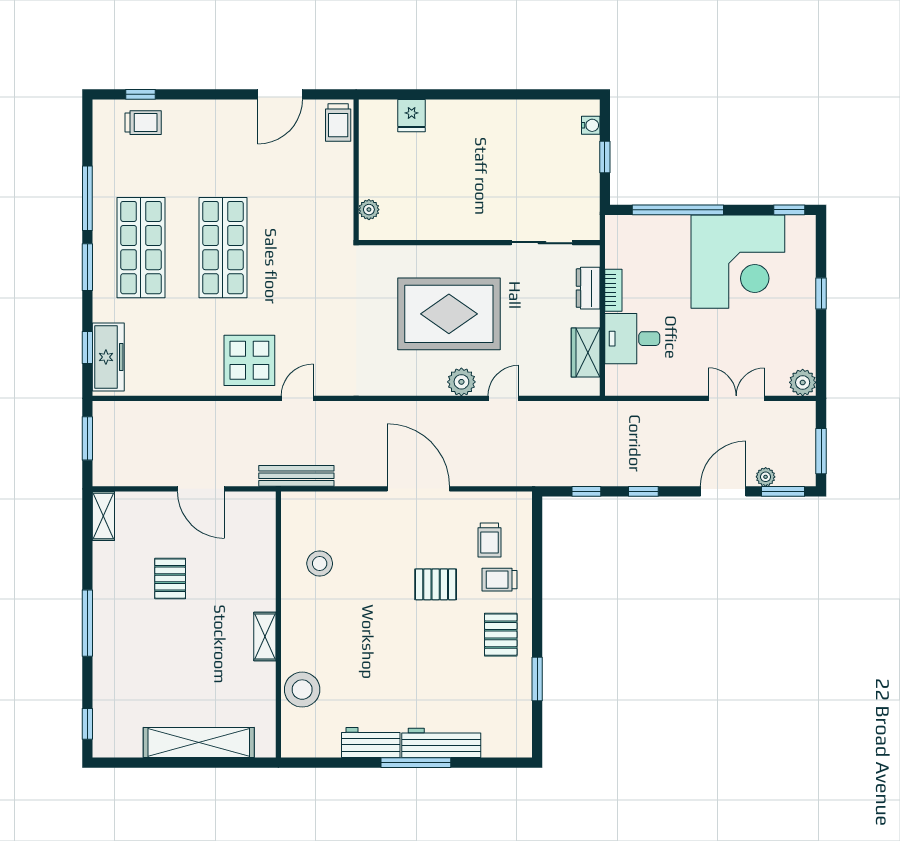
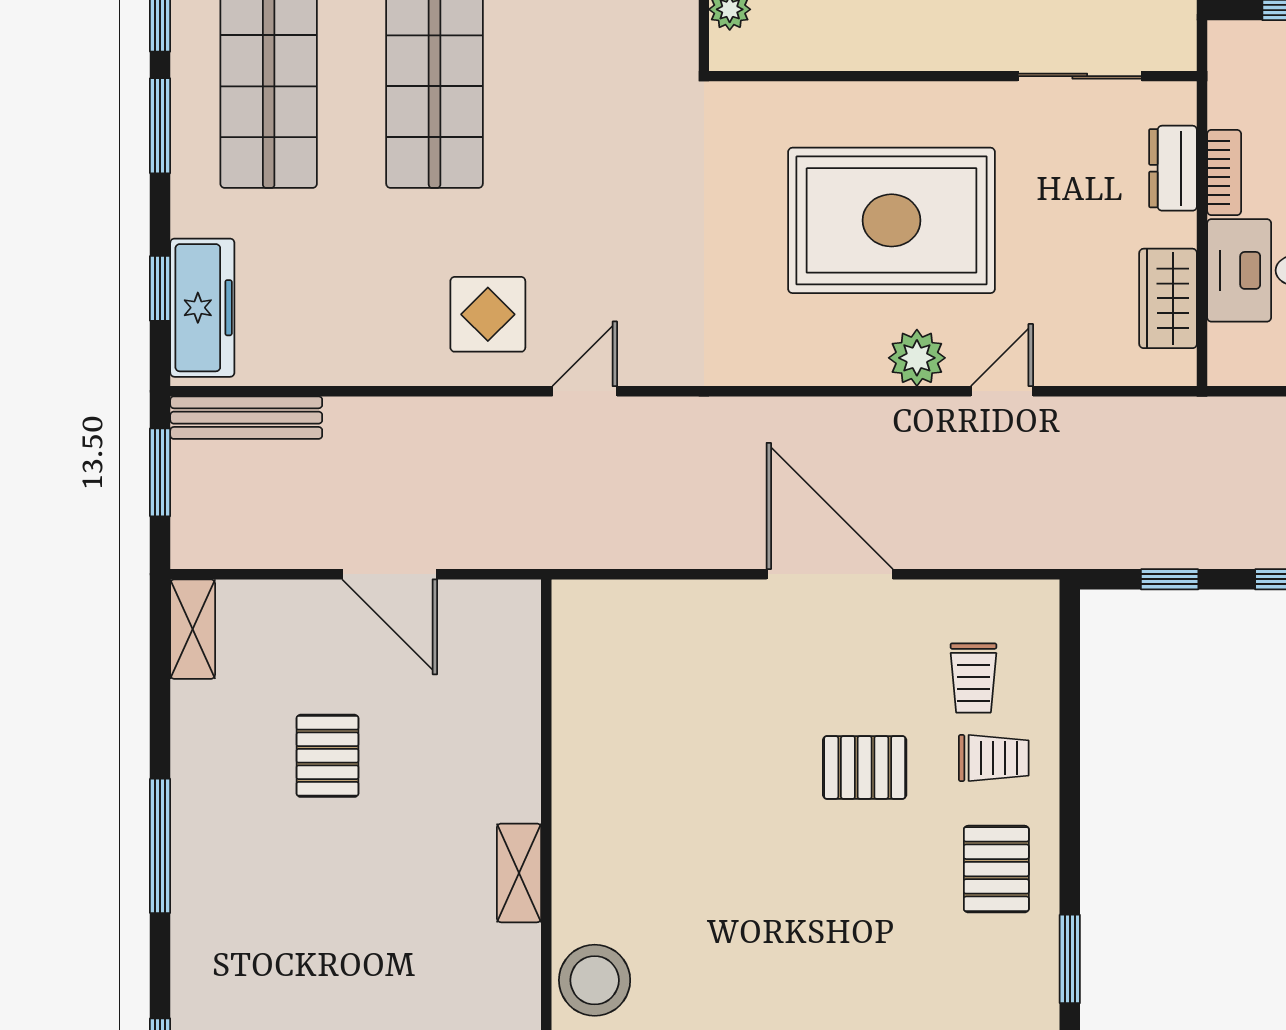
display table: (249, 360) -> (488, 314), width x0.73, depth x0.73
bench: (296, 476) -> (246, 418), moved
stool: (320, 563) -> (630, 725), removed
trolley: (499, 580) -> (994, 758), turned 180

